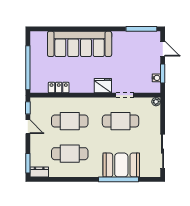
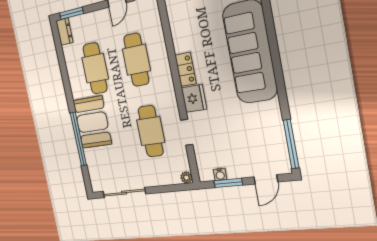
locker: (59, 88) -> (186, 69), moved
booth: (121, 165) -> (92, 122), moved

